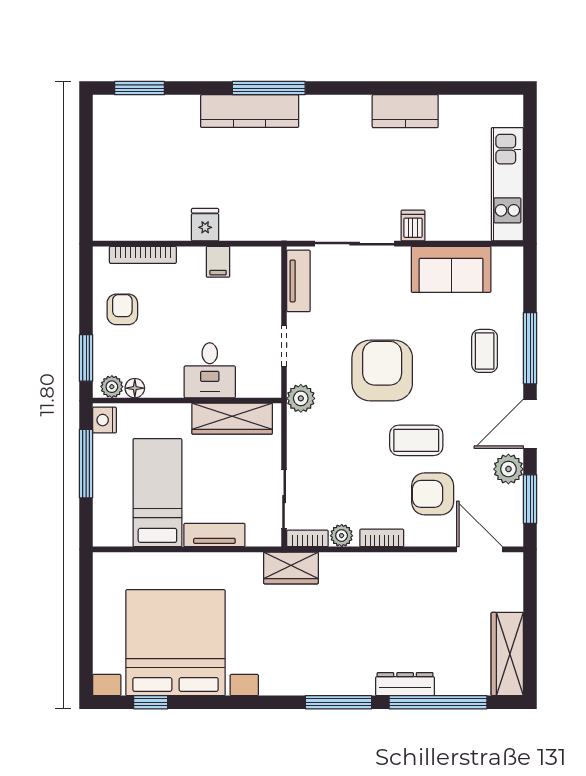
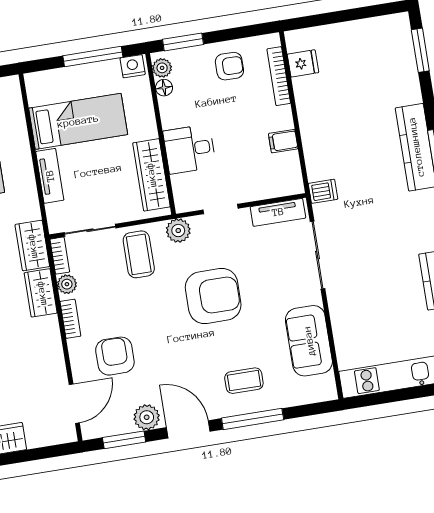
fridge: (205, 225) -> (303, 63), moved
dishwasher: (413, 226) -> (323, 191), moved
coffee table: (416, 440) -> (139, 254), moved
wardrobe: (347, 567) -> (41, 293), added

